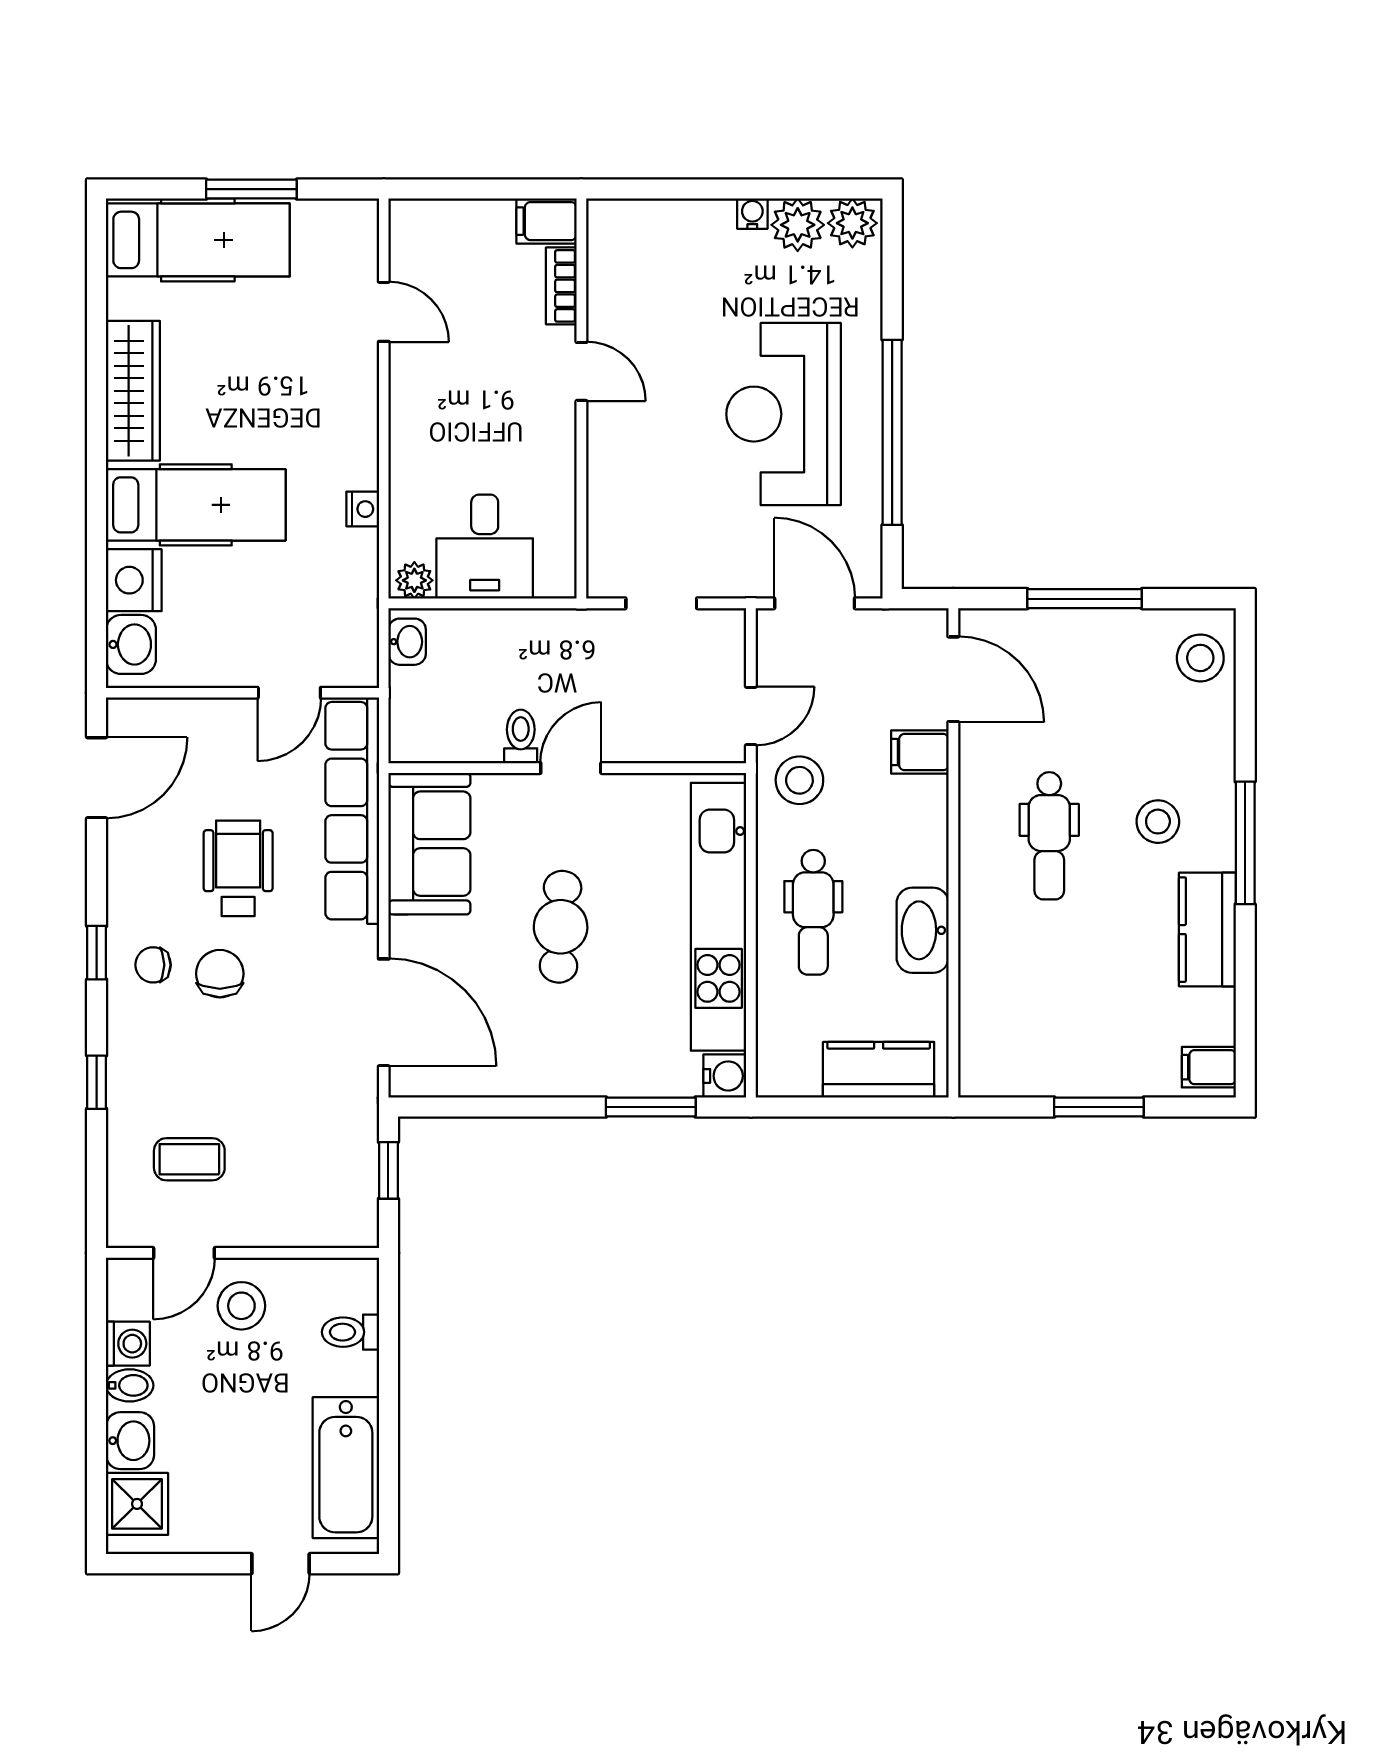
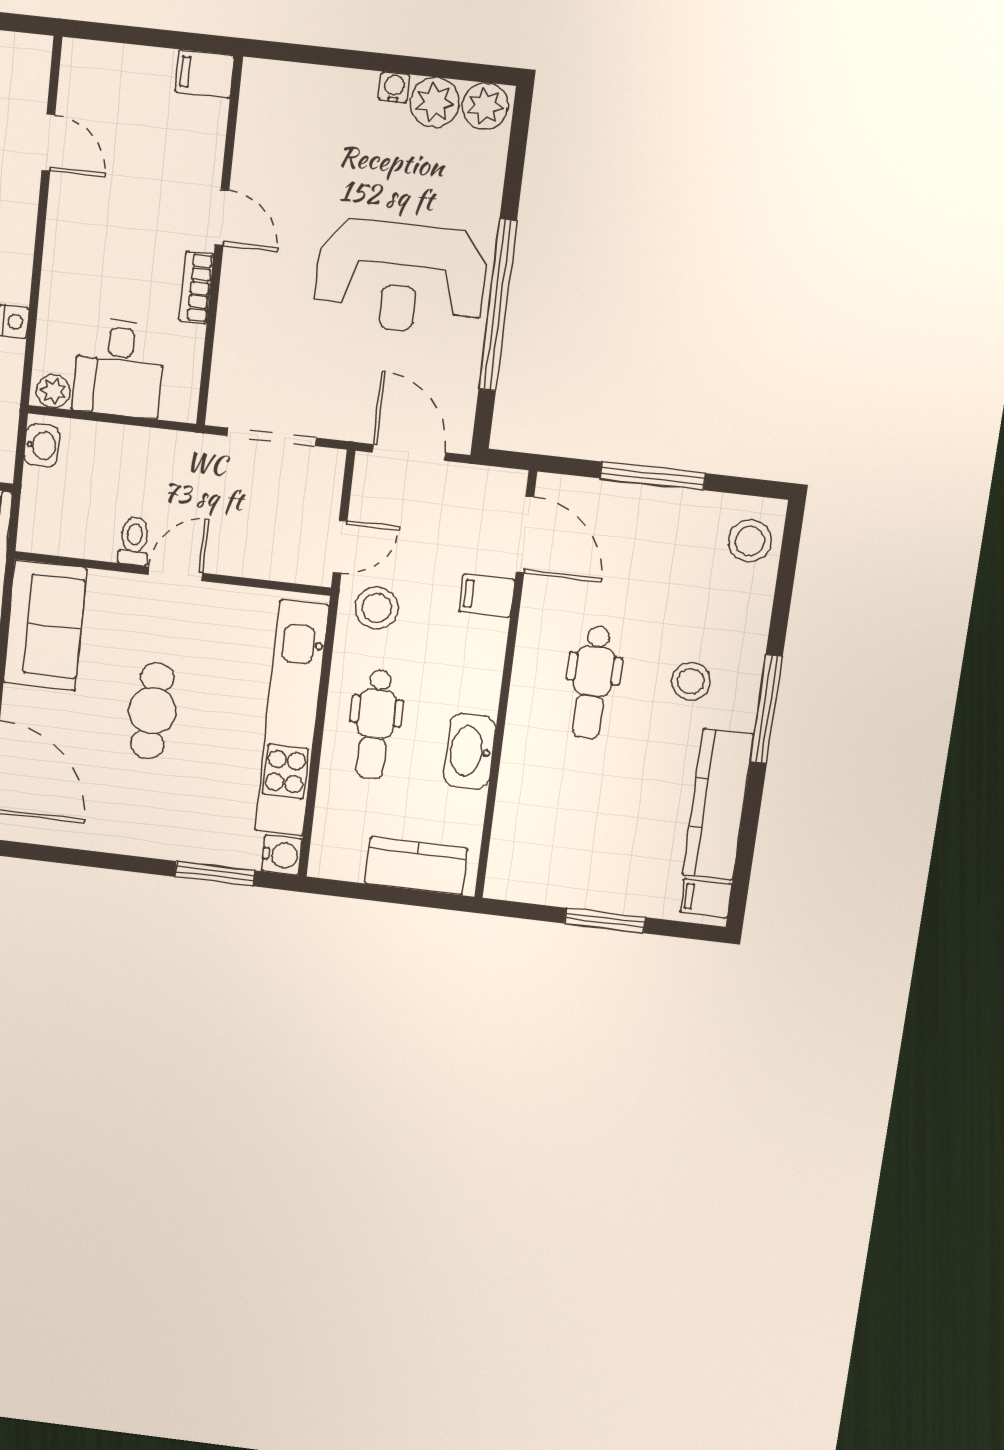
bookcase: (561, 286) -> (196, 288), moved
reception desk: (784, 414) -> (401, 277), turned -90
doorway: (661, 603) -> (271, 437), width x1.38
kitchen counter: (1207, 930) -> (718, 805), width x1.50

